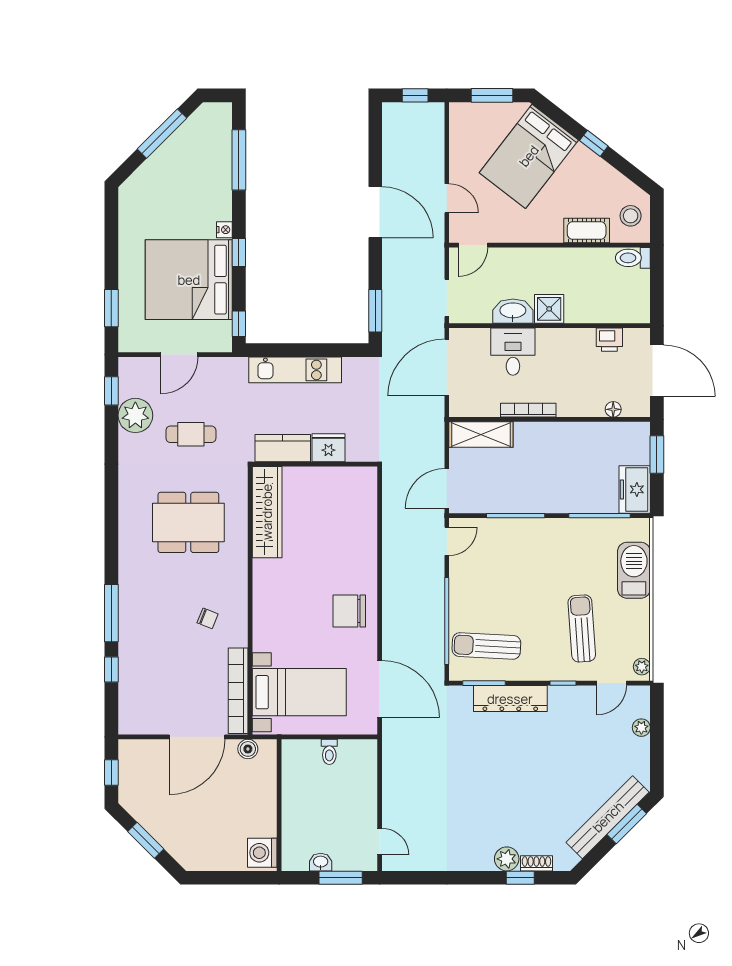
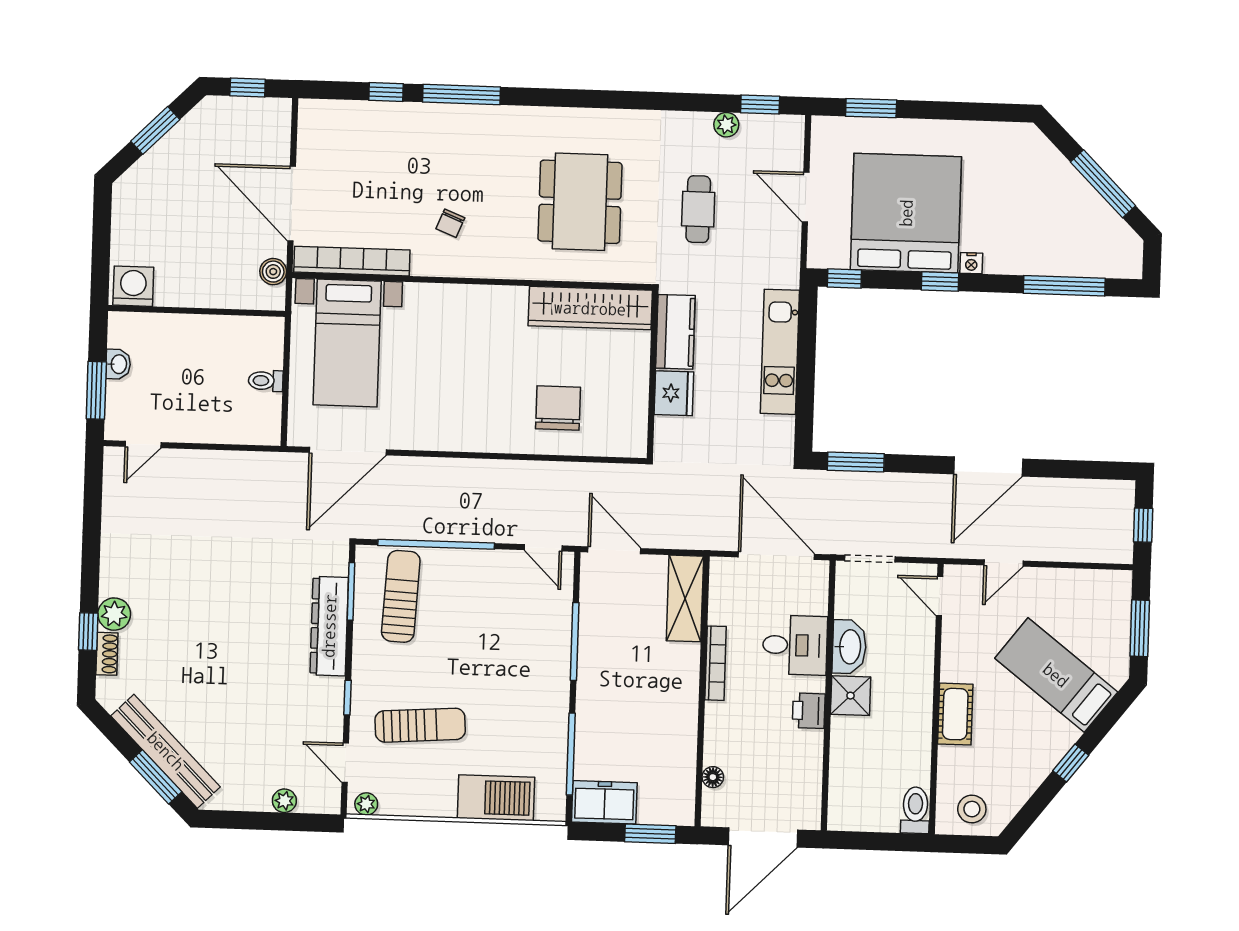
bed: (529, 156) -> (1056, 675), width x0.67
cot: (587, 230) -> (955, 714), moved
printer: (609, 340) -> (809, 711), moved
plant: (135, 415) -> (726, 125), width x0.53, depth x0.53
chair: (349, 611) -> (558, 408), moved

